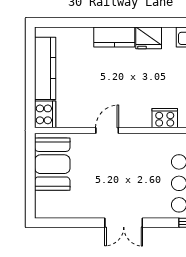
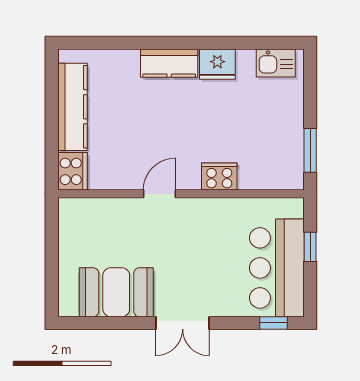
cooker: (165, 118) -> (219, 176), moved
booth: (52, 164) -> (116, 292), moved, turned 90

